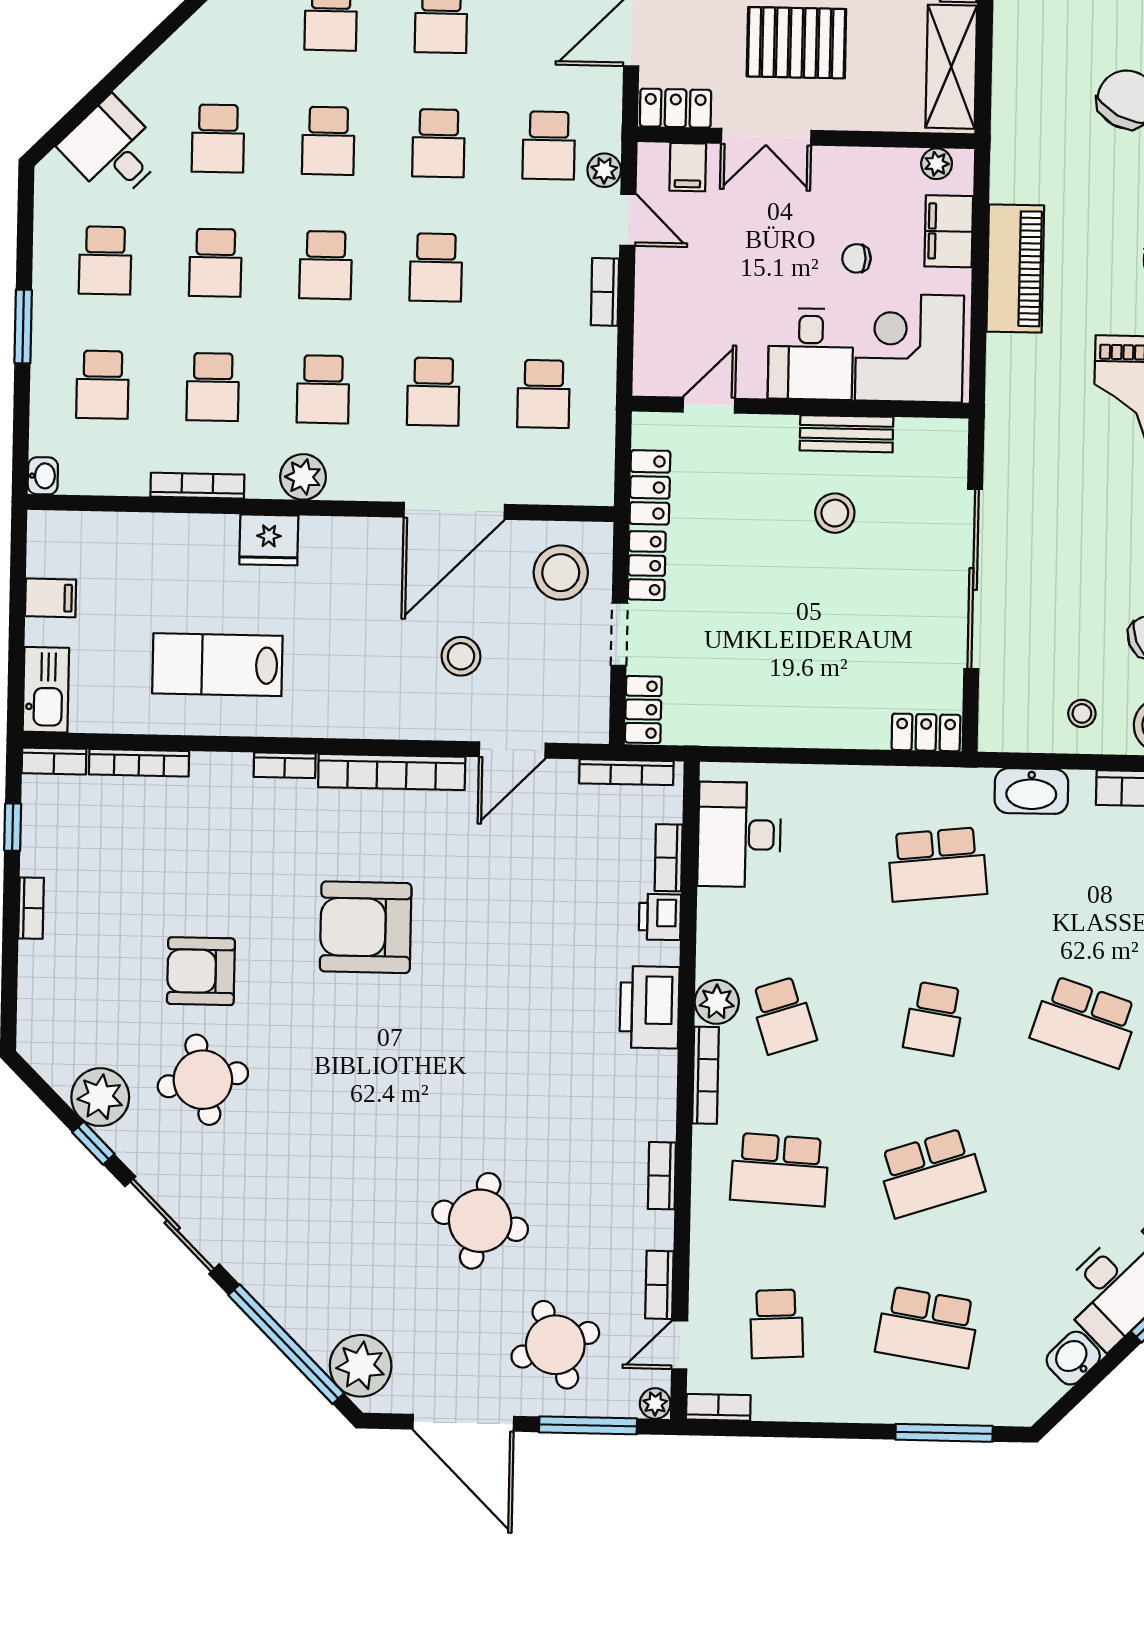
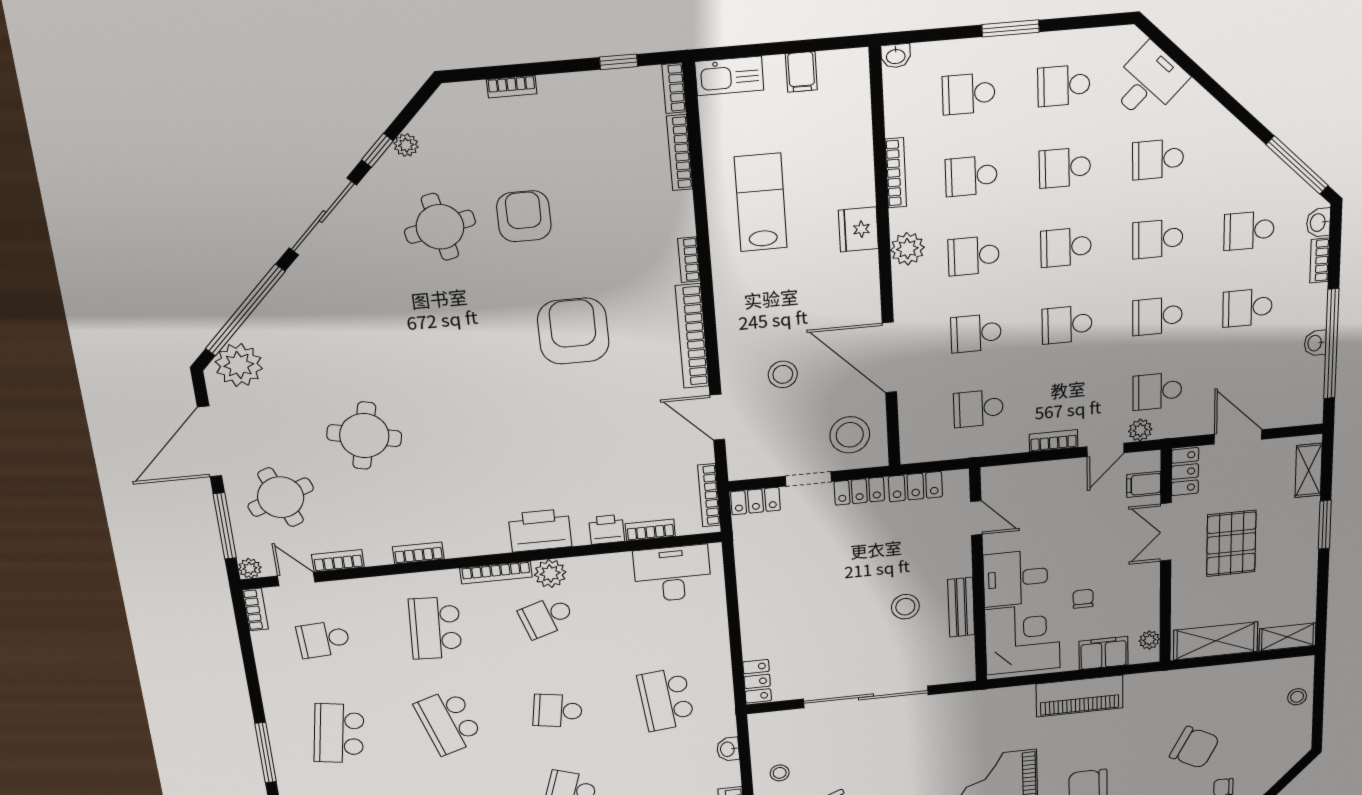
washbasin: (1031, 791) -> (728, 749), width x0.52, depth x0.69
bookcase: (31, 908) -> (512, 87), moved
plant: (100, 1097) -> (406, 145), width x0.53, depth x0.53

